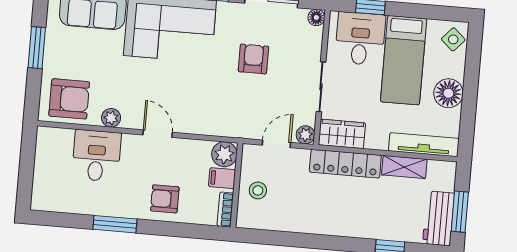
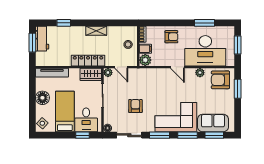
window: (37, 48) -> (238, 89), moved
armchair: (253, 59) -> (135, 106), turned 180
door: (276, 144) -> (121, 67), hinge flipped
desk: (96, 156) -> (205, 51), width x1.87, depth x1.30
shelving: (404, 167) -> (96, 31), moved
window: (26, 170) -> (238, 45), added
window: (115, 224) -> (205, 23), moved

